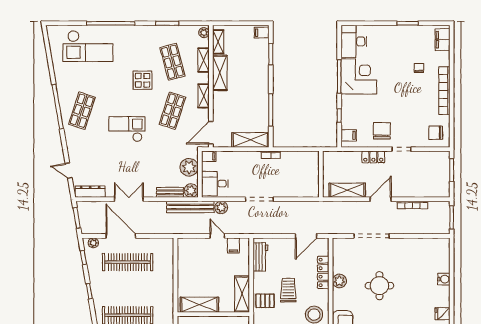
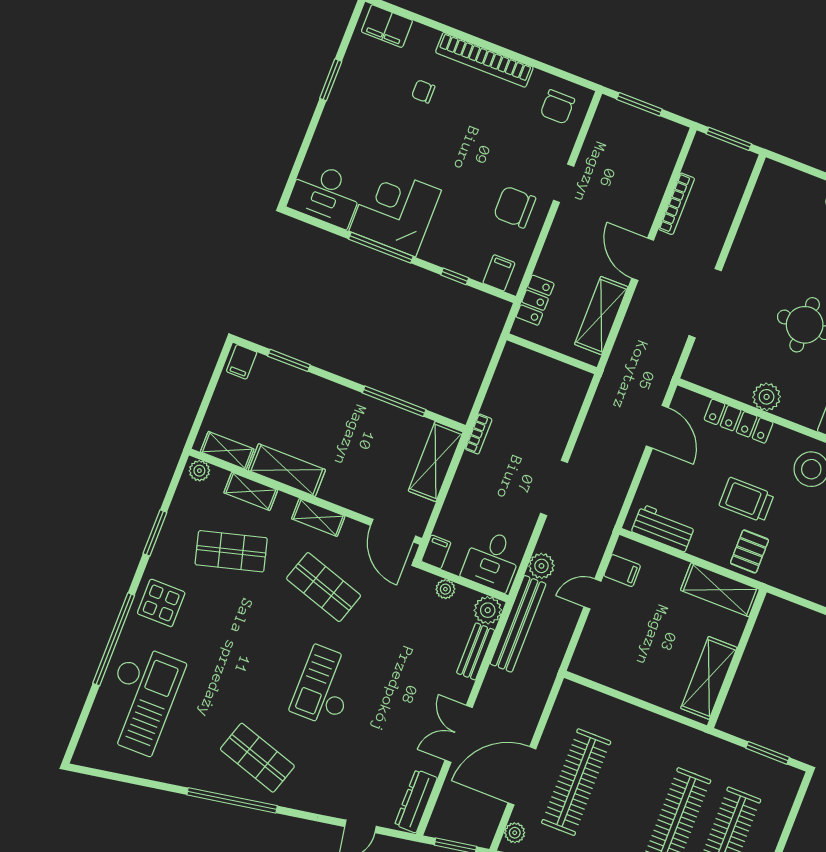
display table: (143, 80) -> (161, 603), moved
locker: (373, 157) -> (535, 300), moved
plant: (189, 167) -> (445, 589), width x0.53, depth x0.53

